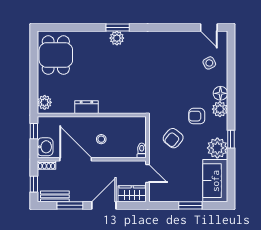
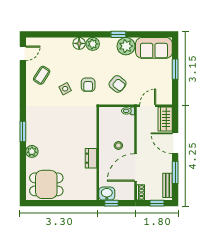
plant: (117, 38) -> (32, 151), moved
coffee table: (183, 50) -> (42, 75), added
side table: (209, 63) -> (65, 89), moved
plant: (45, 102) -> (87, 194), removed
armchair: (197, 116) -> (88, 85), moved
washbasin: (45, 147) -> (107, 194), moved

